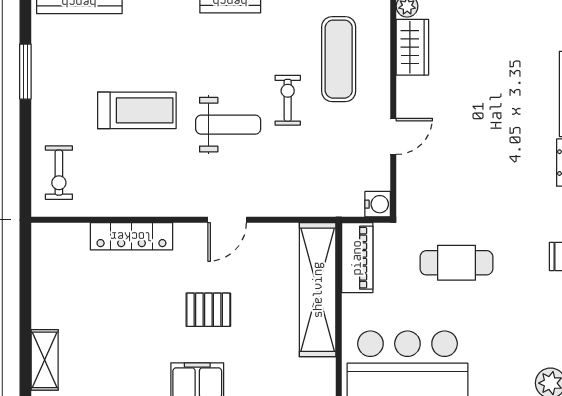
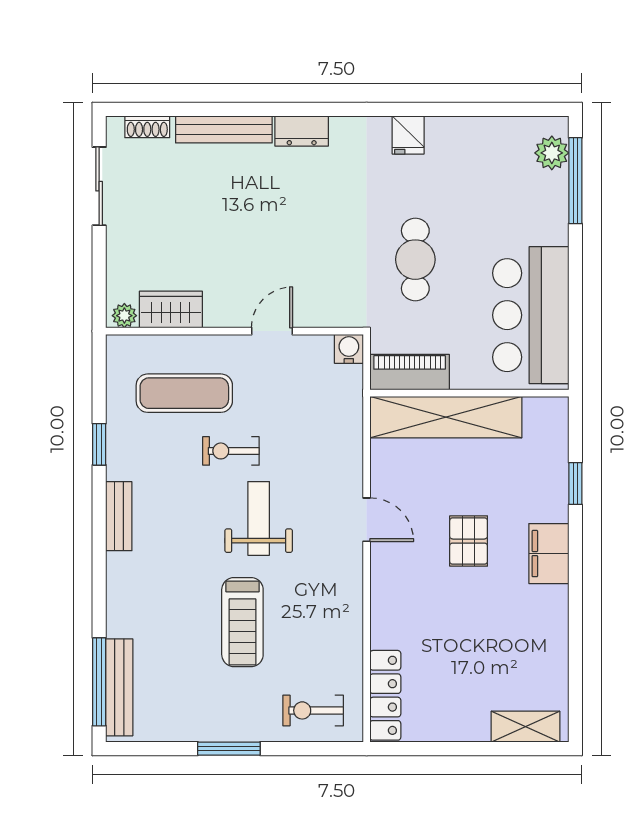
window: (25, 72) -> (229, 749), moved
treadmill: (137, 110) -> (242, 622), turned 180
door: (393, 136) -> (272, 331), hinge flipped
exercise bike: (59, 173) -> (313, 710), turned 180
locker: (131, 236) -> (385, 695), moved

